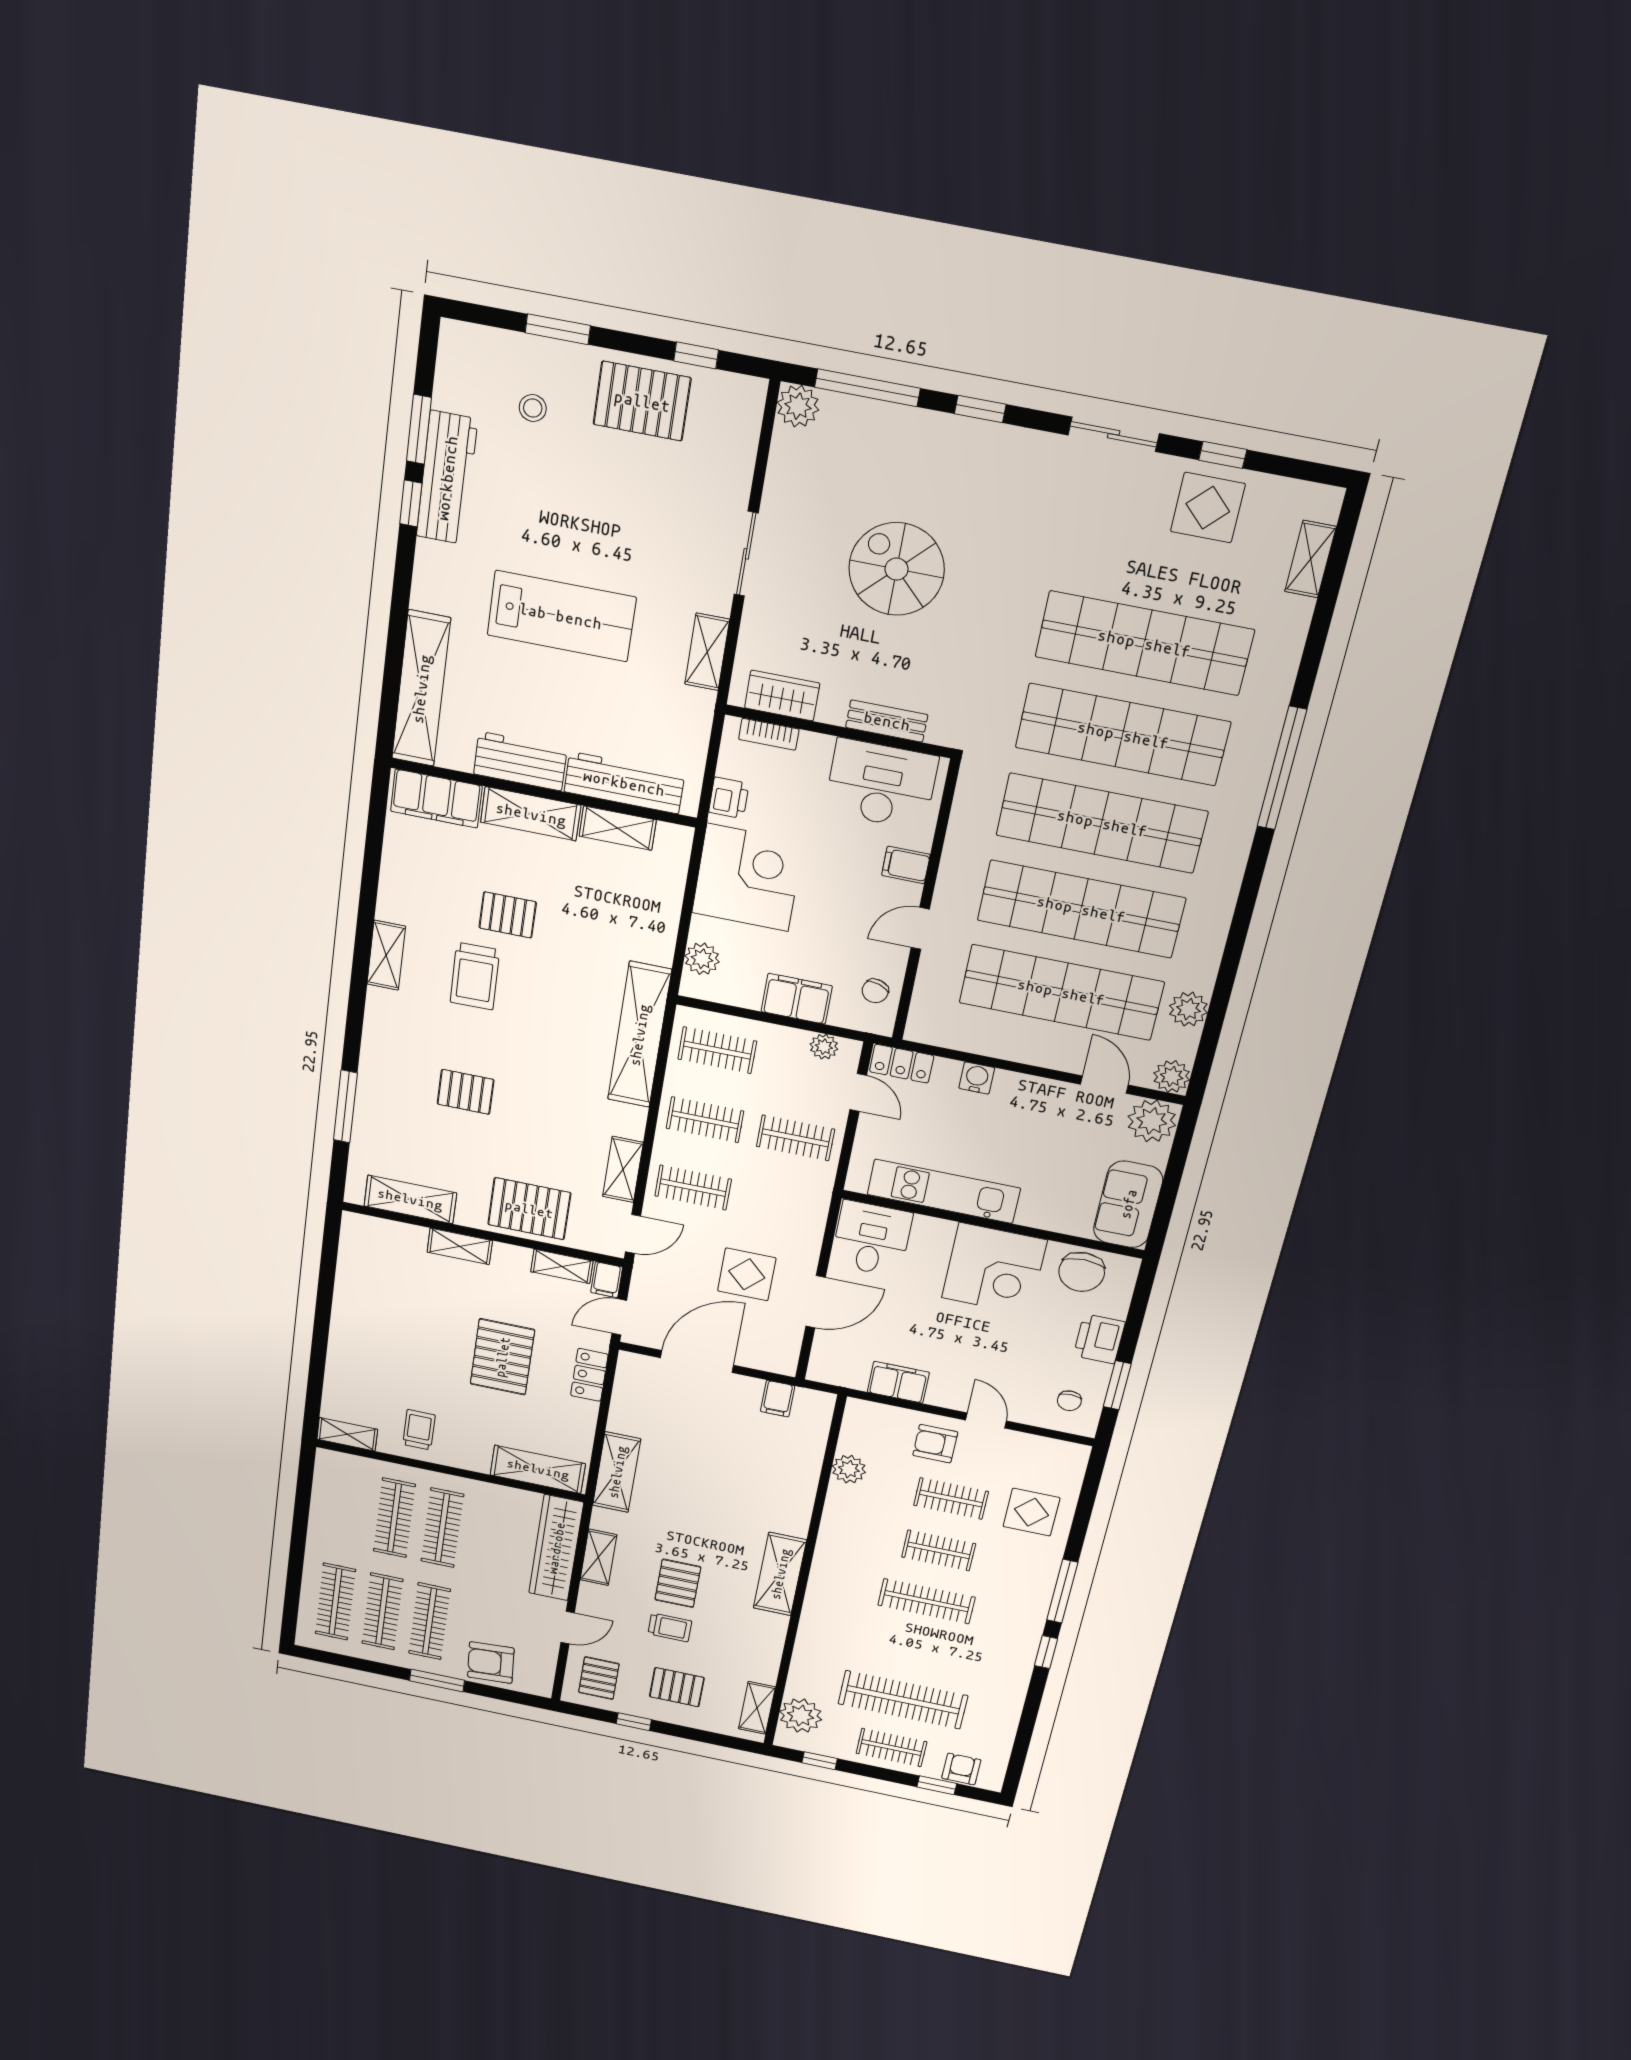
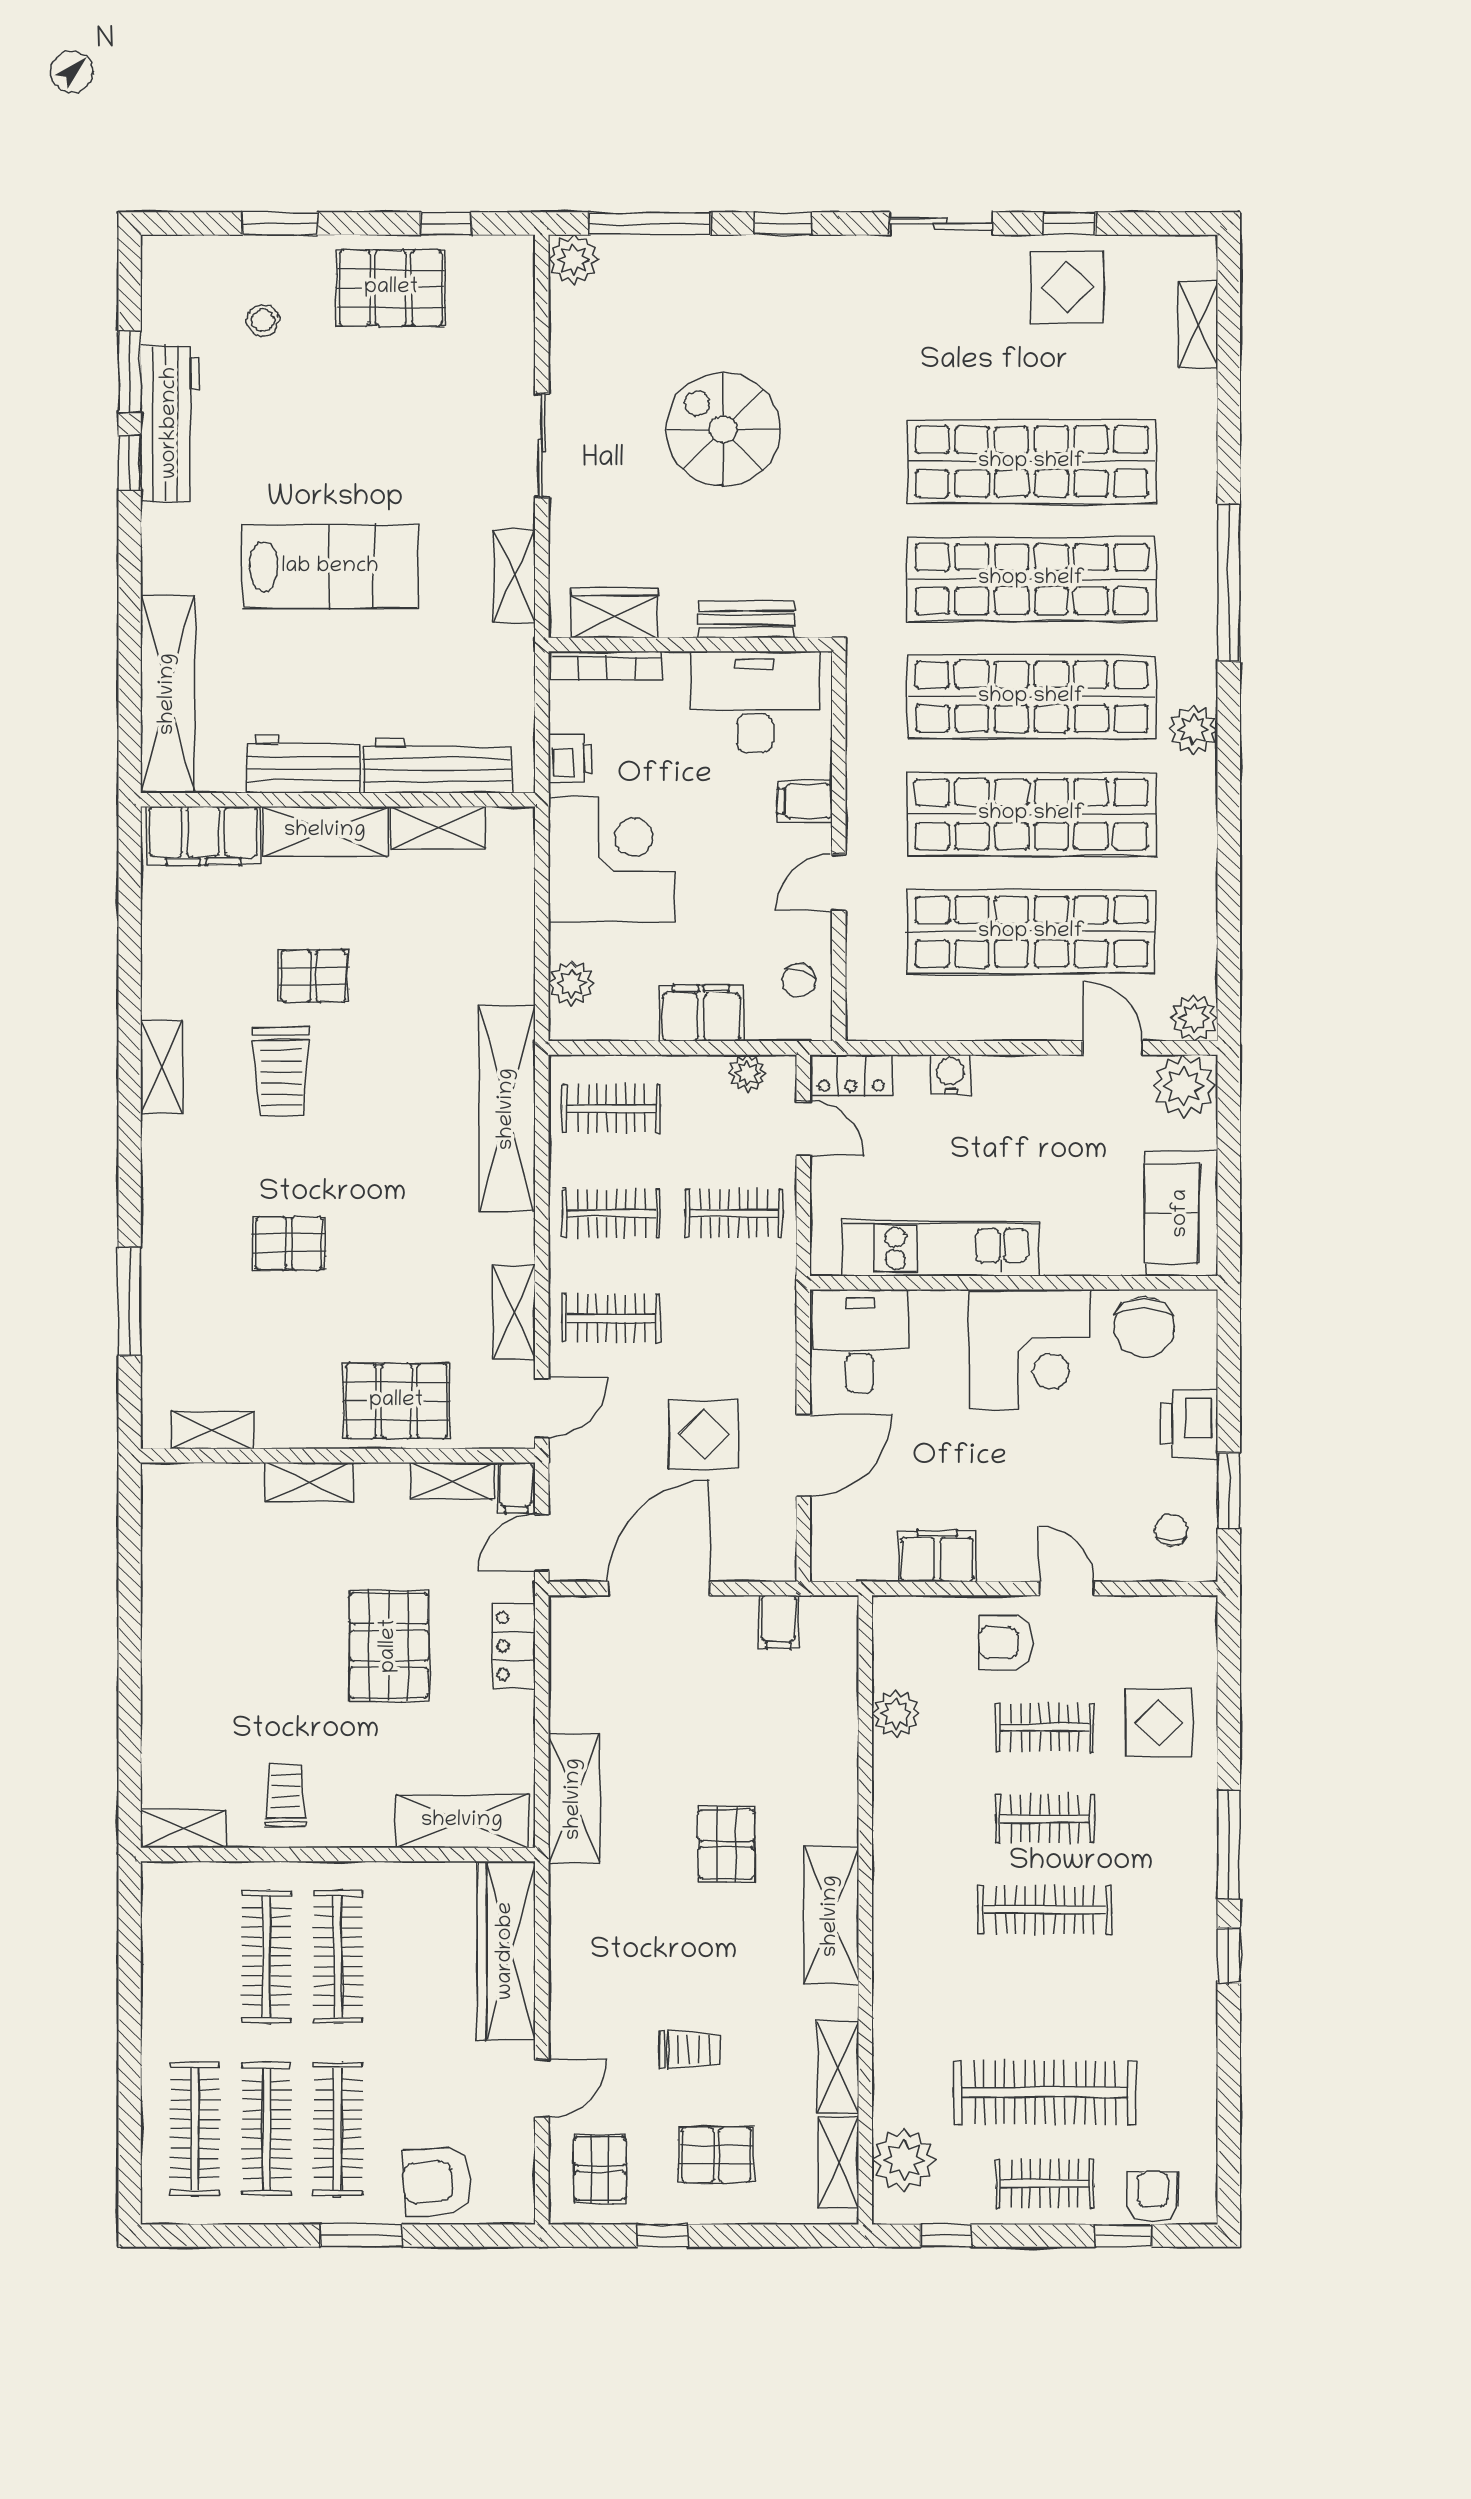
bookcase: (769, 734) -> (606, 666), width x1.56
plant: (1188, 1009) -> (1193, 730), moved
shelving: (410, 1199) -> (212, 1430), width x0.67, depth x0.75
chair: (1069, 1401) -> (1171, 1530), turned 180
shelving: (598, 1557) -> (838, 2067), moved
pallet: (678, 1583) -> (726, 1844), moved

